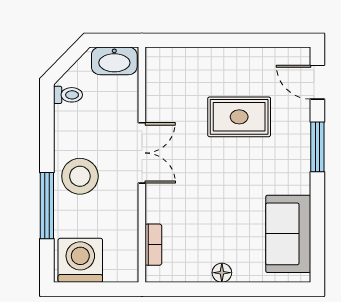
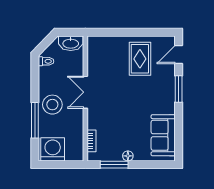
door: (317, 82) -> (179, 55), hinge flipped
rug: (239, 117) -> (140, 59), moved, turned 90
double door: (142, 153) -> (85, 92), swing flipped
window: (196, 289) -> (114, 165), added

